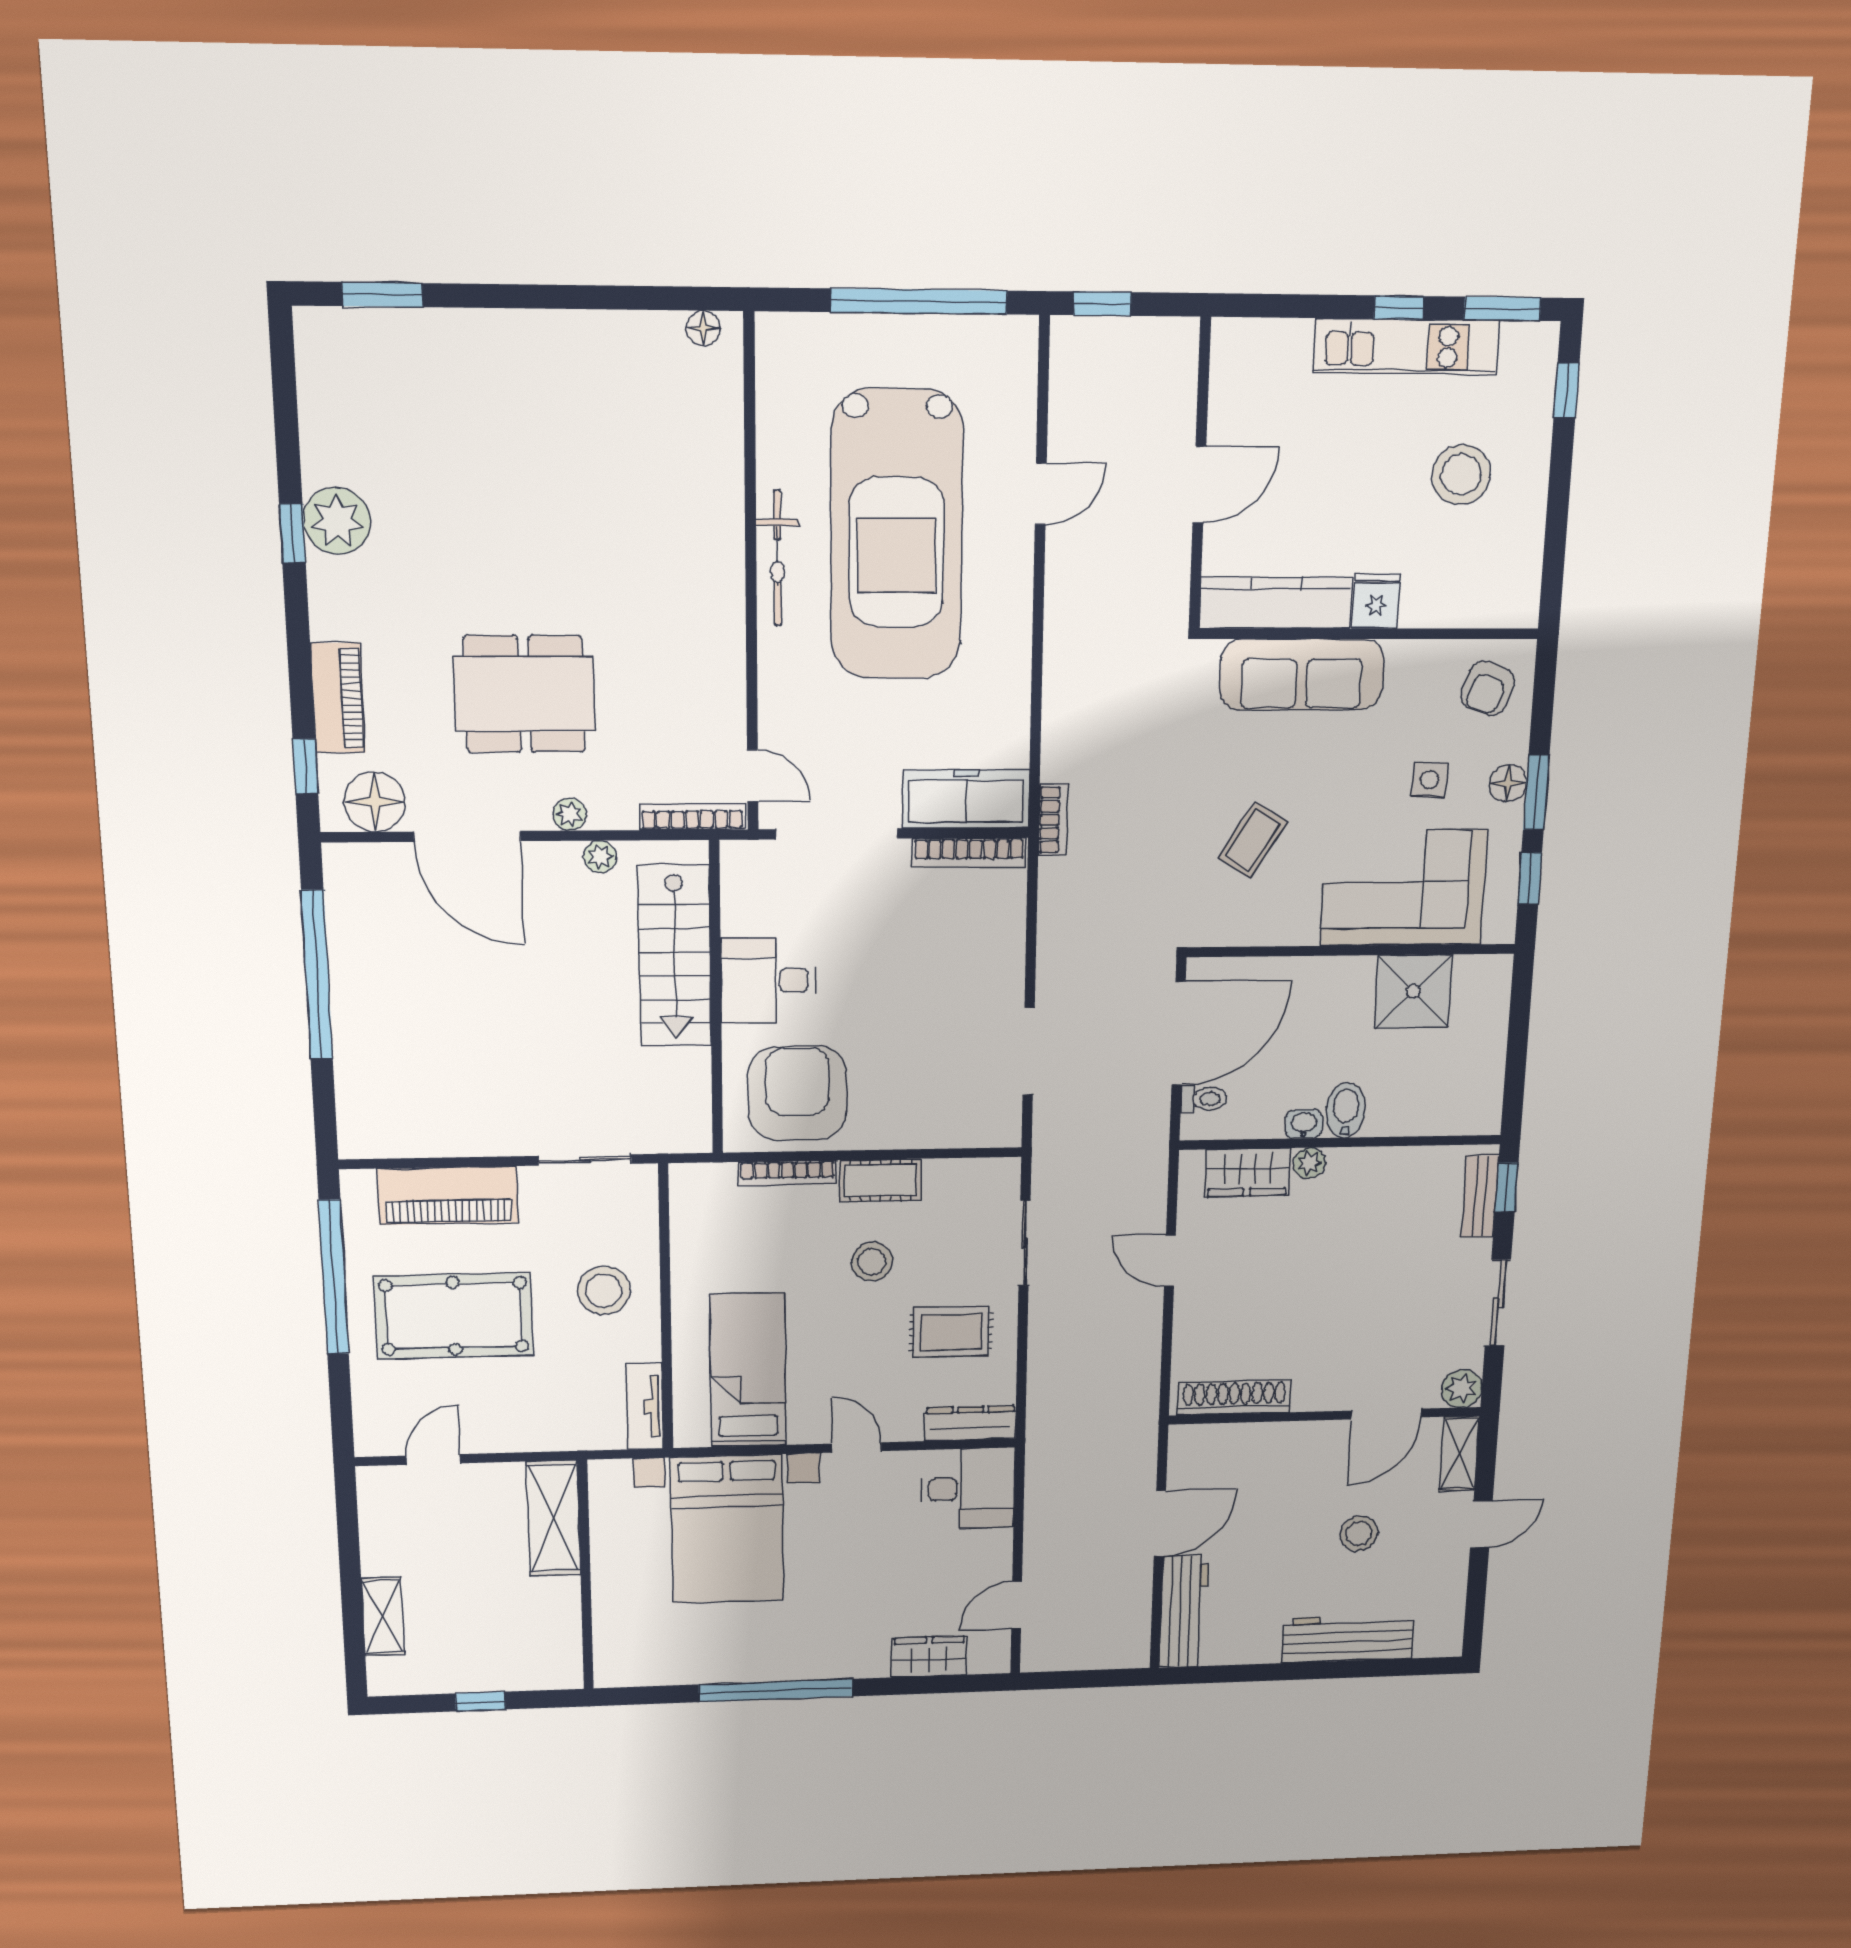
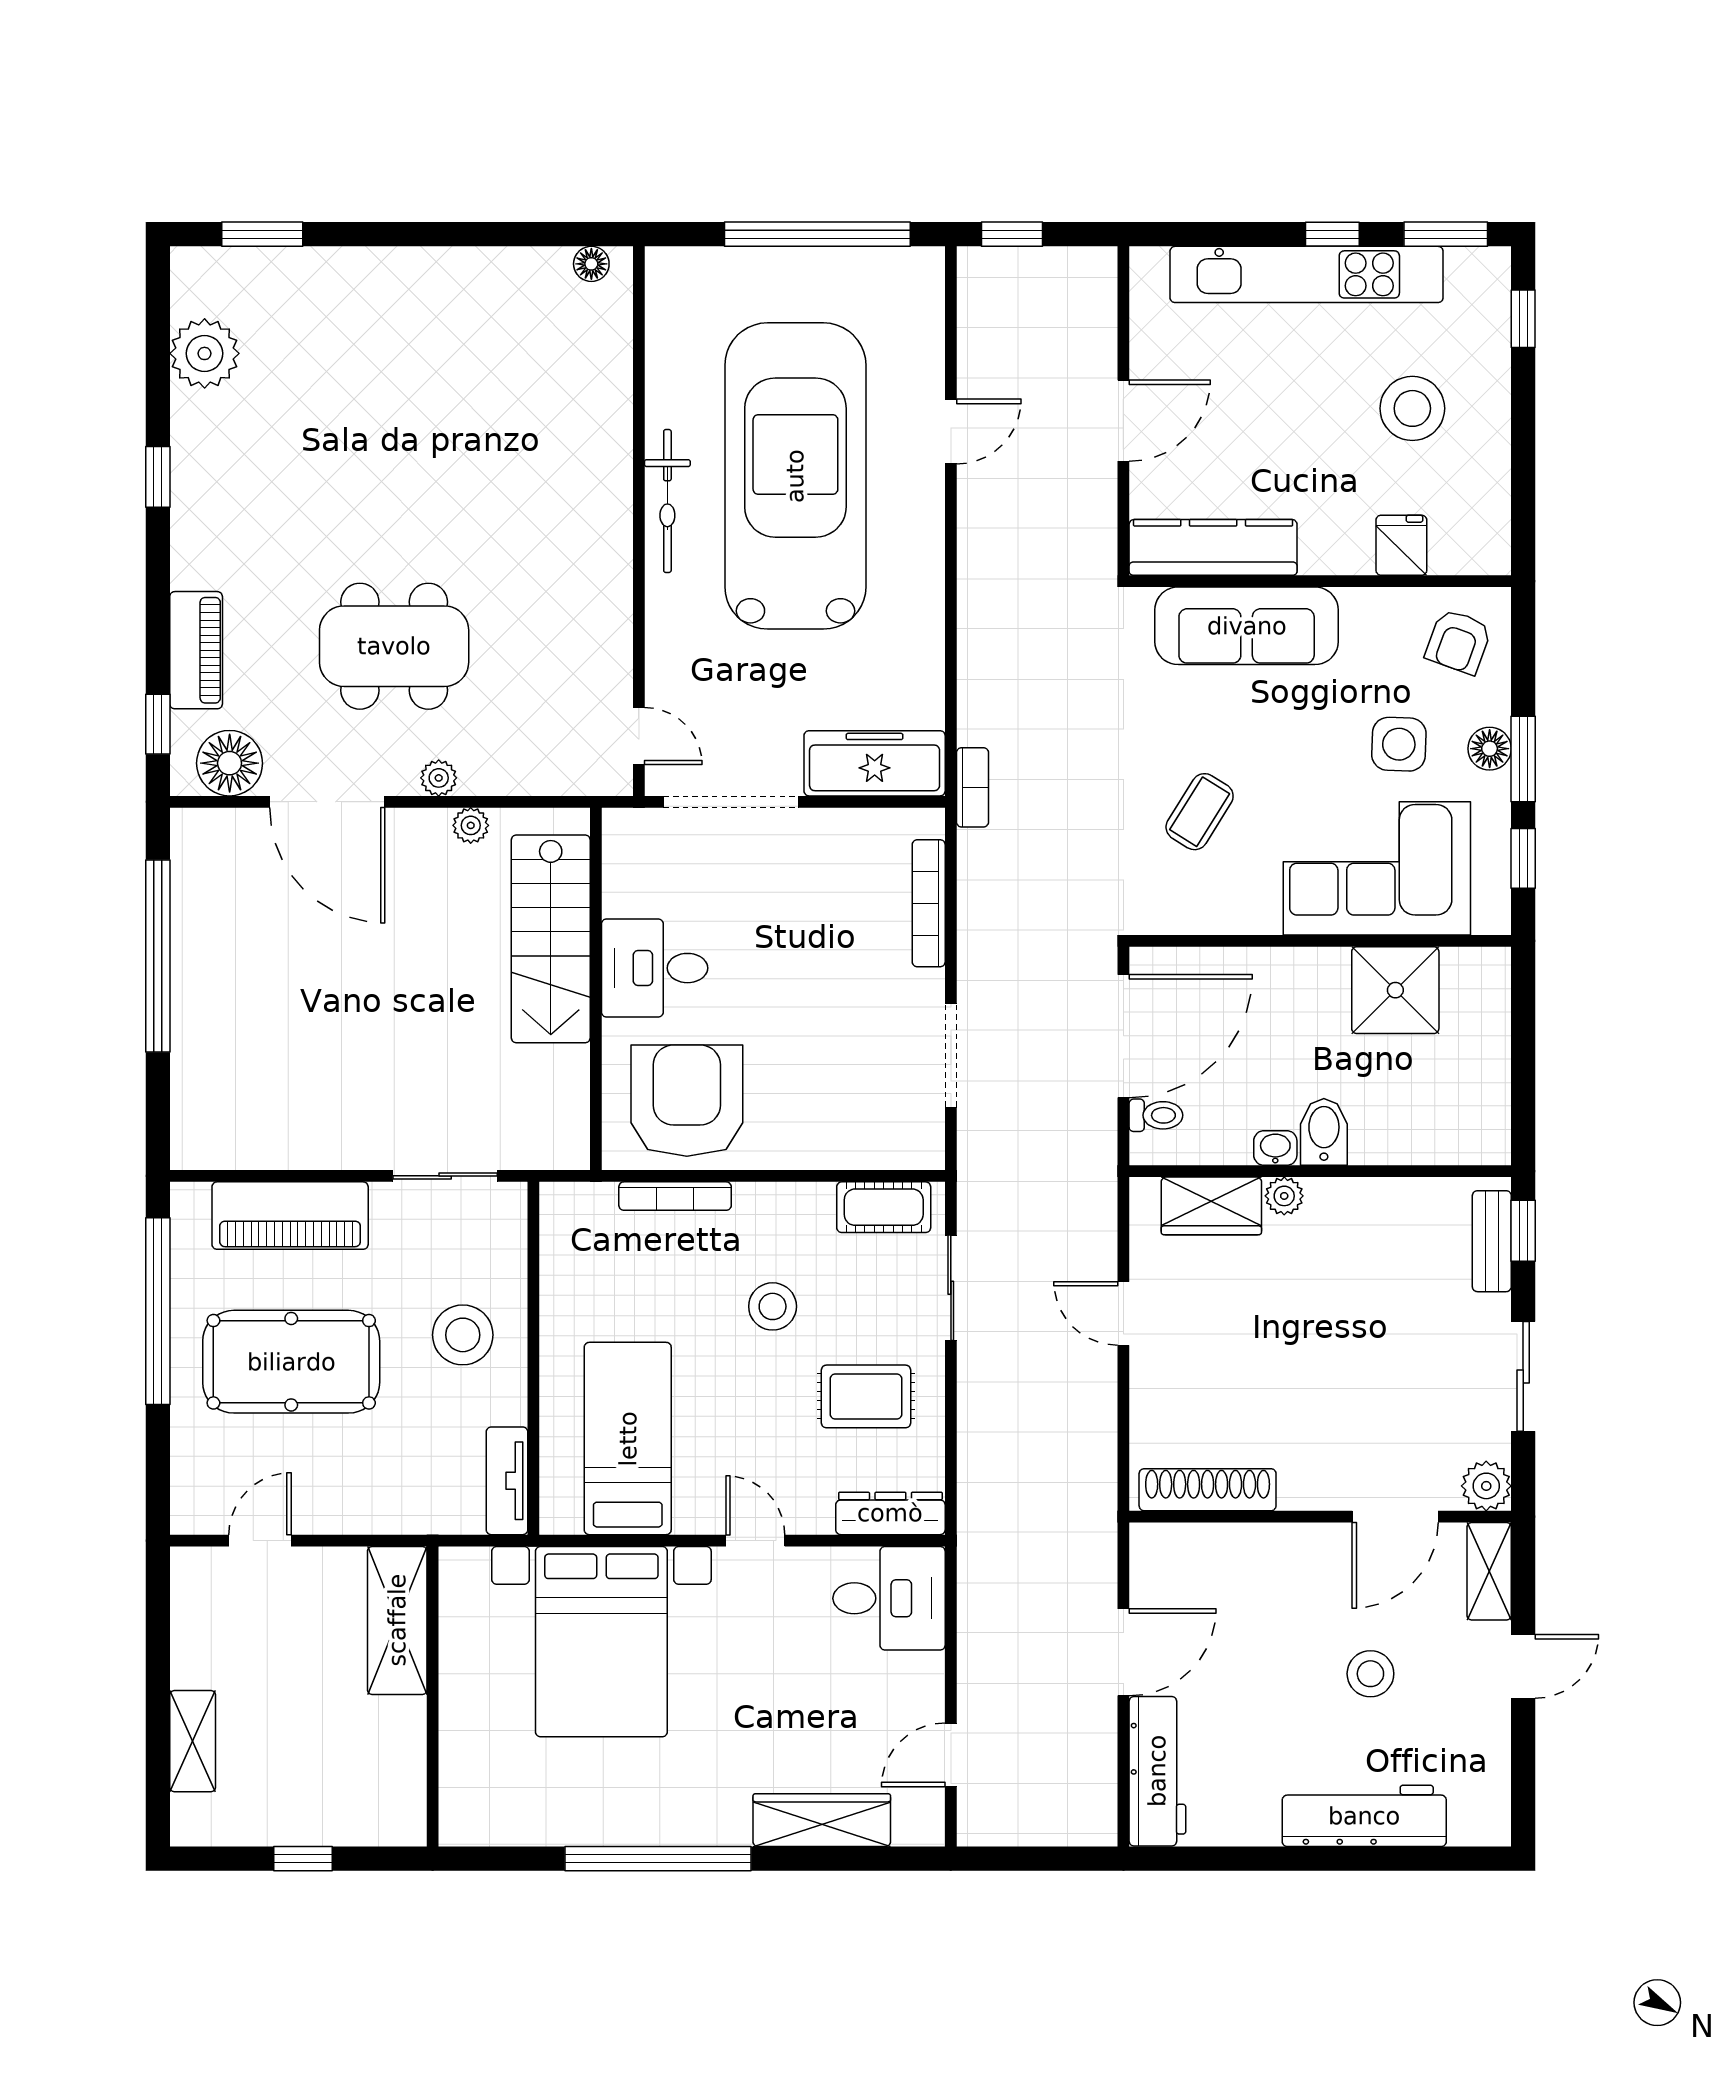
kitchen unit: (1406, 346) -> (1307, 274), width x1.36
plant: (337, 521) -> (205, 353), moved
car: (897, 535) -> (795, 476), turned 180
fridge: (1376, 601) -> (1401, 545), moved
side table: (1430, 780) -> (1399, 744), width x1.37, depth x1.37
bookcase: (692, 817) -> (572, 781), removed
bookcase: (969, 853) -> (929, 903), moved, turned 90
cot: (880, 1180) -> (884, 1207), moved
wardrobe: (929, 1656) -> (822, 1820), width x1.50

